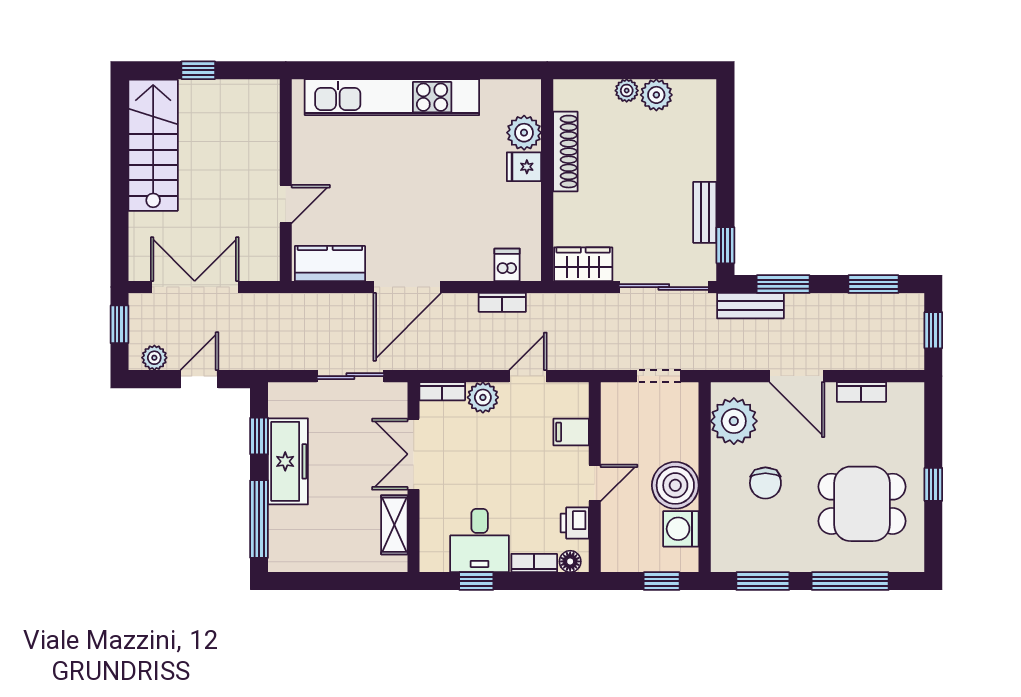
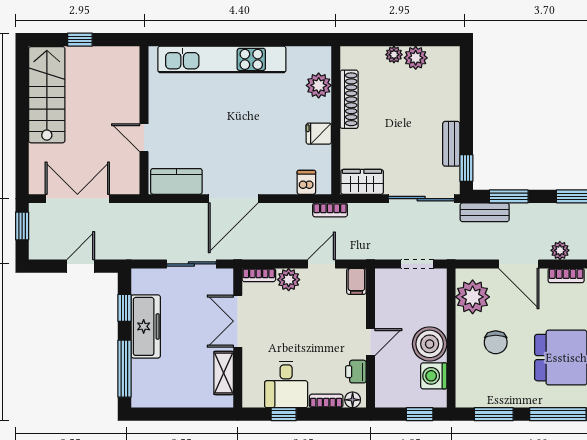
fridge: (524, 167) -> (319, 134), moved
door: (286, 204) -> (144, 138), swing flipped
bookcase: (502, 302) -> (330, 210), moved
plant: (154, 358) -> (560, 250), moved
filing cabinet: (571, 432) -> (356, 281), moved, turned -90

